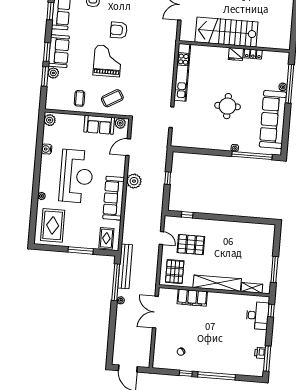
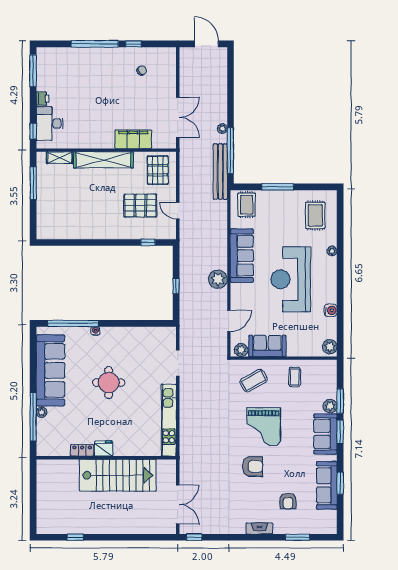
rug: (53, 225) -> (315, 215), width x0.73, depth x0.70
printer: (260, 353) -> (43, 99), moved

